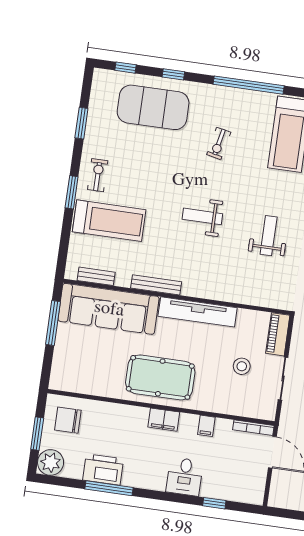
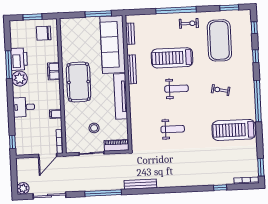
exercise mat: (153, 107) -> (219, 40), moved
window: (81, 123) -> (229, 8), moved
window: (72, 192) -> (176, 10), width x2.11
weight bench: (202, 216) -> (176, 89), turned 90
treadmill: (109, 221) -> (172, 58), moved, turned 90
chair: (68, 420) -> (44, 33), turned -90
filing cabinet: (164, 420) -> (54, 71), moved
plant: (51, 462) -> (20, 79), moved
window: (214, 503) -> (12, 142), moved

